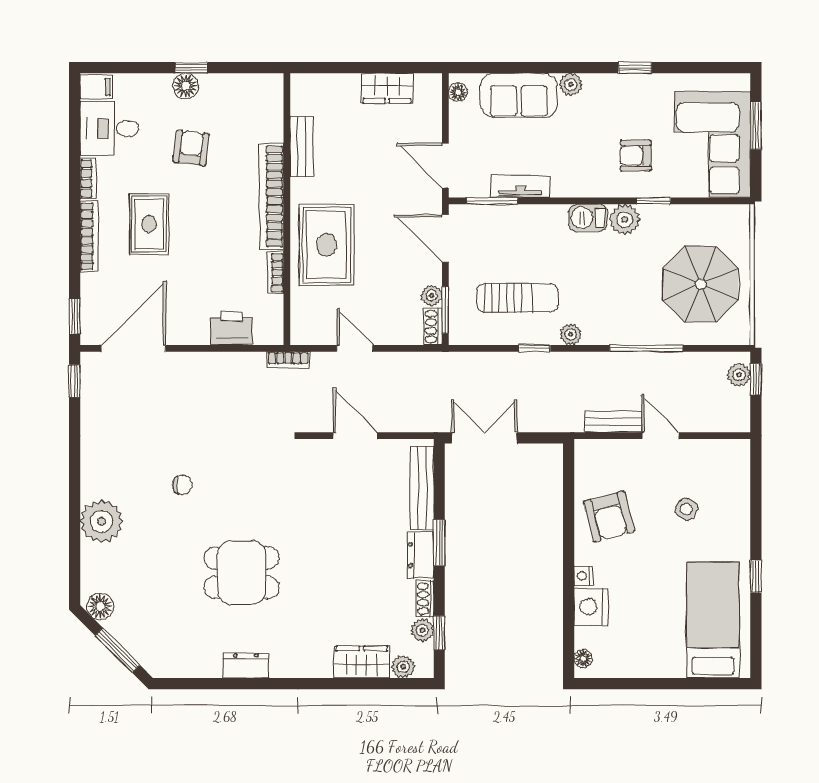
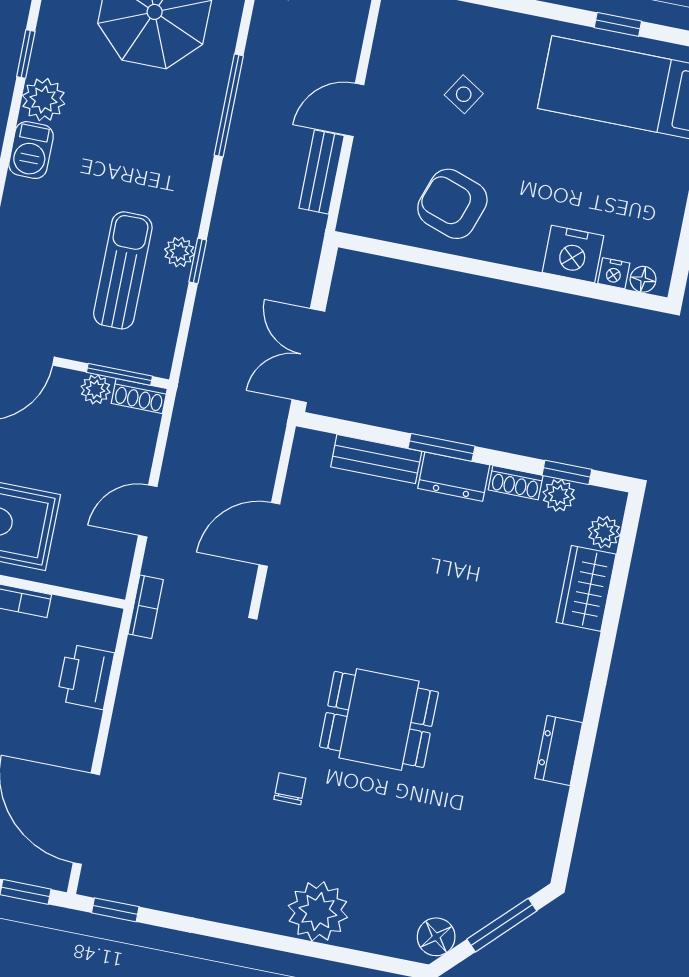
plant: (571, 334) -> (179, 252), moved
bench: (422, 488) -> (376, 459), width x0.73
armchair: (609, 516) -> (452, 204), turned -146
dining table: (242, 573) -> (379, 719), moved, turned 90
nightstand: (583, 576) -> (614, 273), moved
window: (756, 576) -> (618, 24), moved

